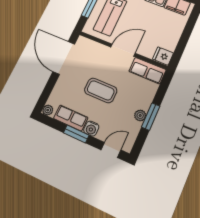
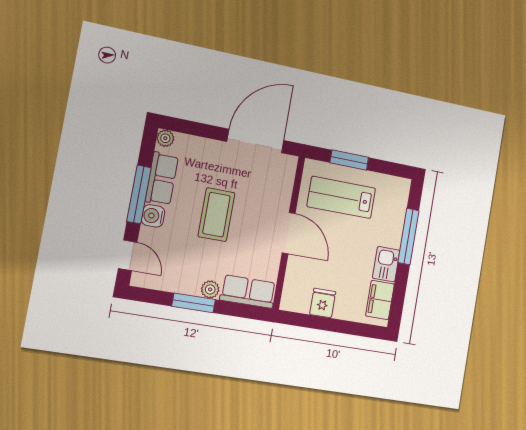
fridge: (163, 56) -> (323, 303), moved
row of seats: (147, 71) -> (248, 292), moved, turned 90
plant: (140, 115) -> (210, 289), moved
window: (76, 134) -> (139, 194), width x1.44

